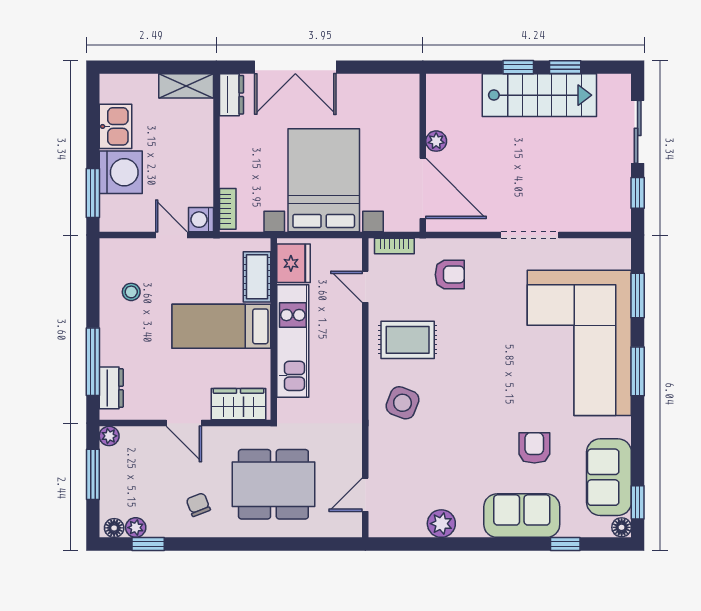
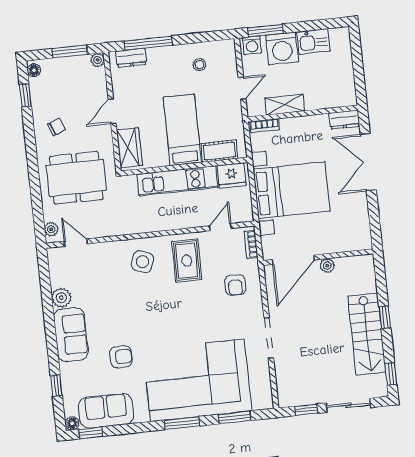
window: (565, 67) -> (391, 374), moved
shelving: (186, 86) -> (285, 105), moved, turned 90
washing machine: (201, 220) -> (252, 45), moved, turned 180
dining table: (273, 484) -> (76, 178), turned 90
sofa: (522, 516) -> (71, 335), moved
plant: (136, 528) -> (51, 229), moved

